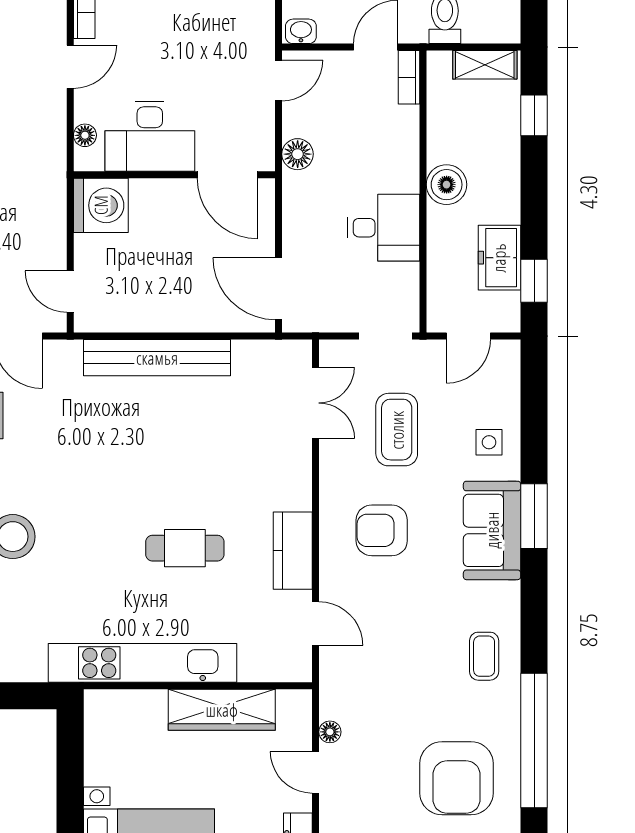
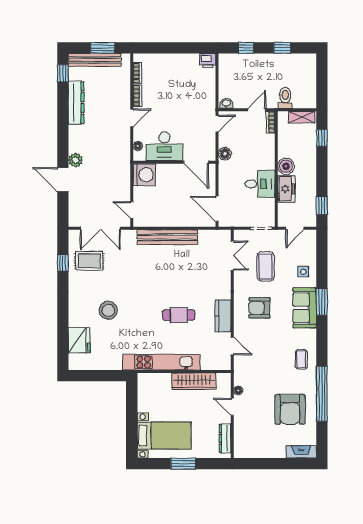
freezer: (499, 258) -> (286, 189), moved, turned 180

